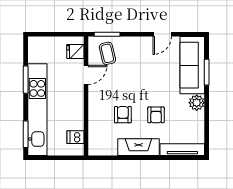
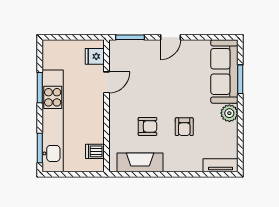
door: (162, 34) -> (170, 37), moved
coffee table: (107, 53) -> (130, 58), removed
armchair: (123, 115) -> (147, 126), turned 90
fireplace: (138, 147) -> (140, 162), moved
tv unit: (182, 150) -> (221, 165), width x0.71

